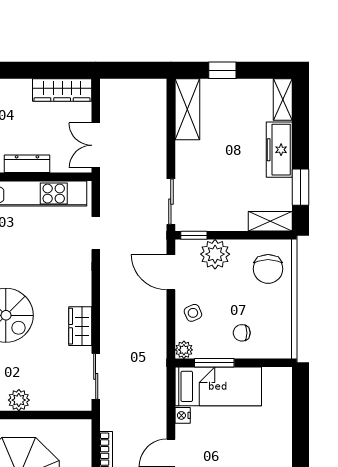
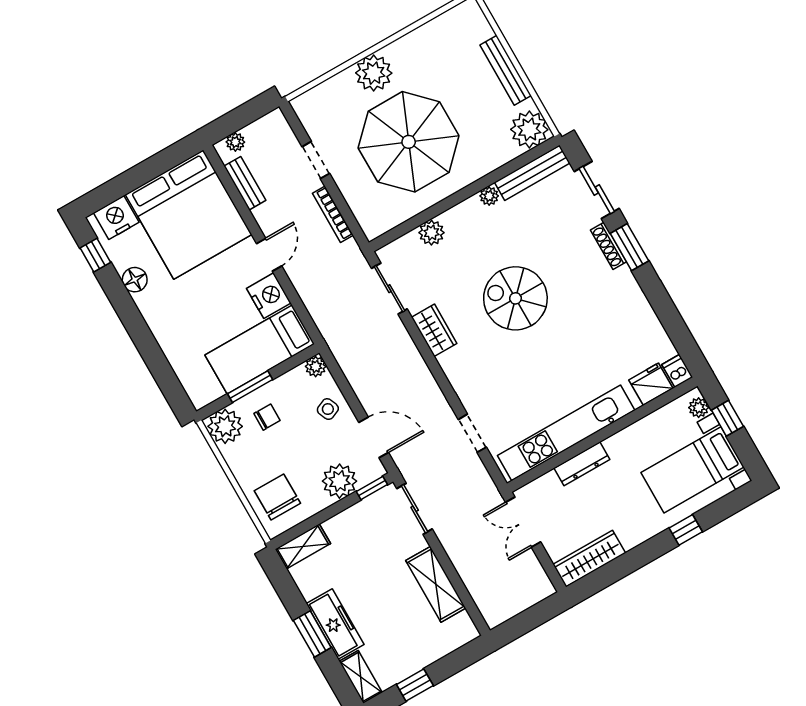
window: (222, 70) -> (415, 685), moved
shelving: (187, 109) -> (436, 584), moved
double door: (96, 145) -> (523, 522), swing flipped
window: (300, 187) -> (312, 634), moved
plant: (277, 344) -> (225, 426), added
window: (214, 363) -> (250, 387), moved
plant: (19, 400) -> (431, 233), moved
nightstand: (183, 415) -> (269, 296), width x1.89, depth x1.79

